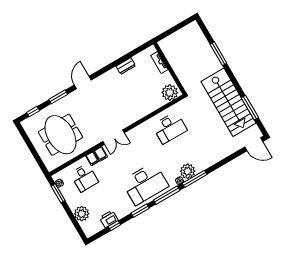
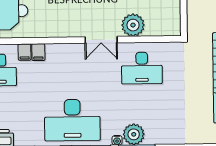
plant: (170, 93) -> (133, 25), moved
double door: (114, 137) -> (101, 40), moved

